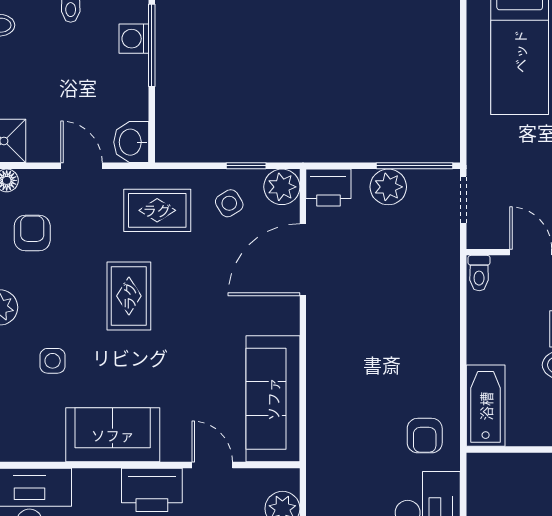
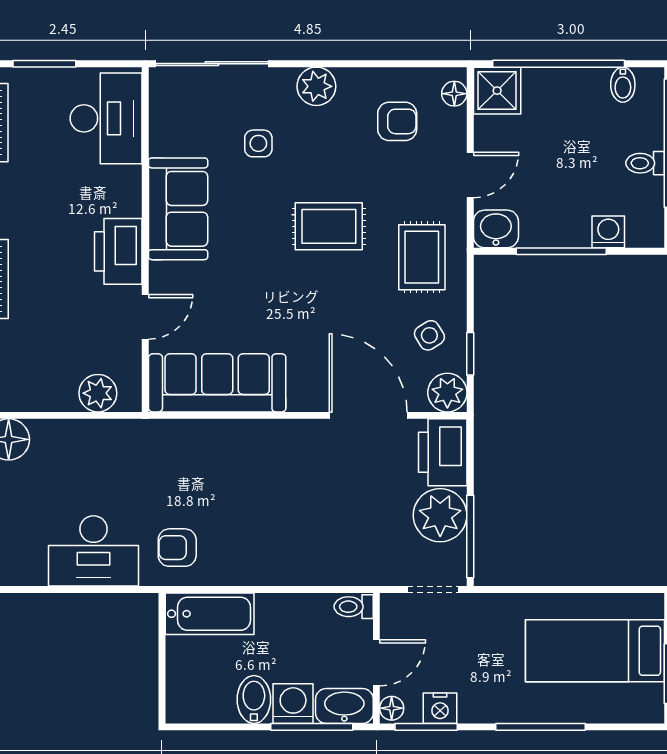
window: (152, 45) -> (561, 251), moved
printer: (328, 187) -> (443, 452), width x1.37, depth x1.19
plant: (388, 187) -> (440, 515), width x1.36, depth x1.36

